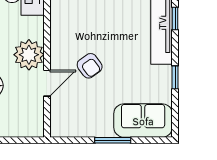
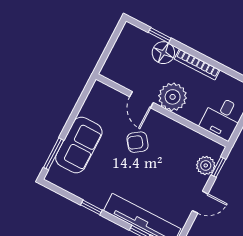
sofa: (143, 121) -> (79, 145), moved
window: (113, 140) -> (54, 154), moved

